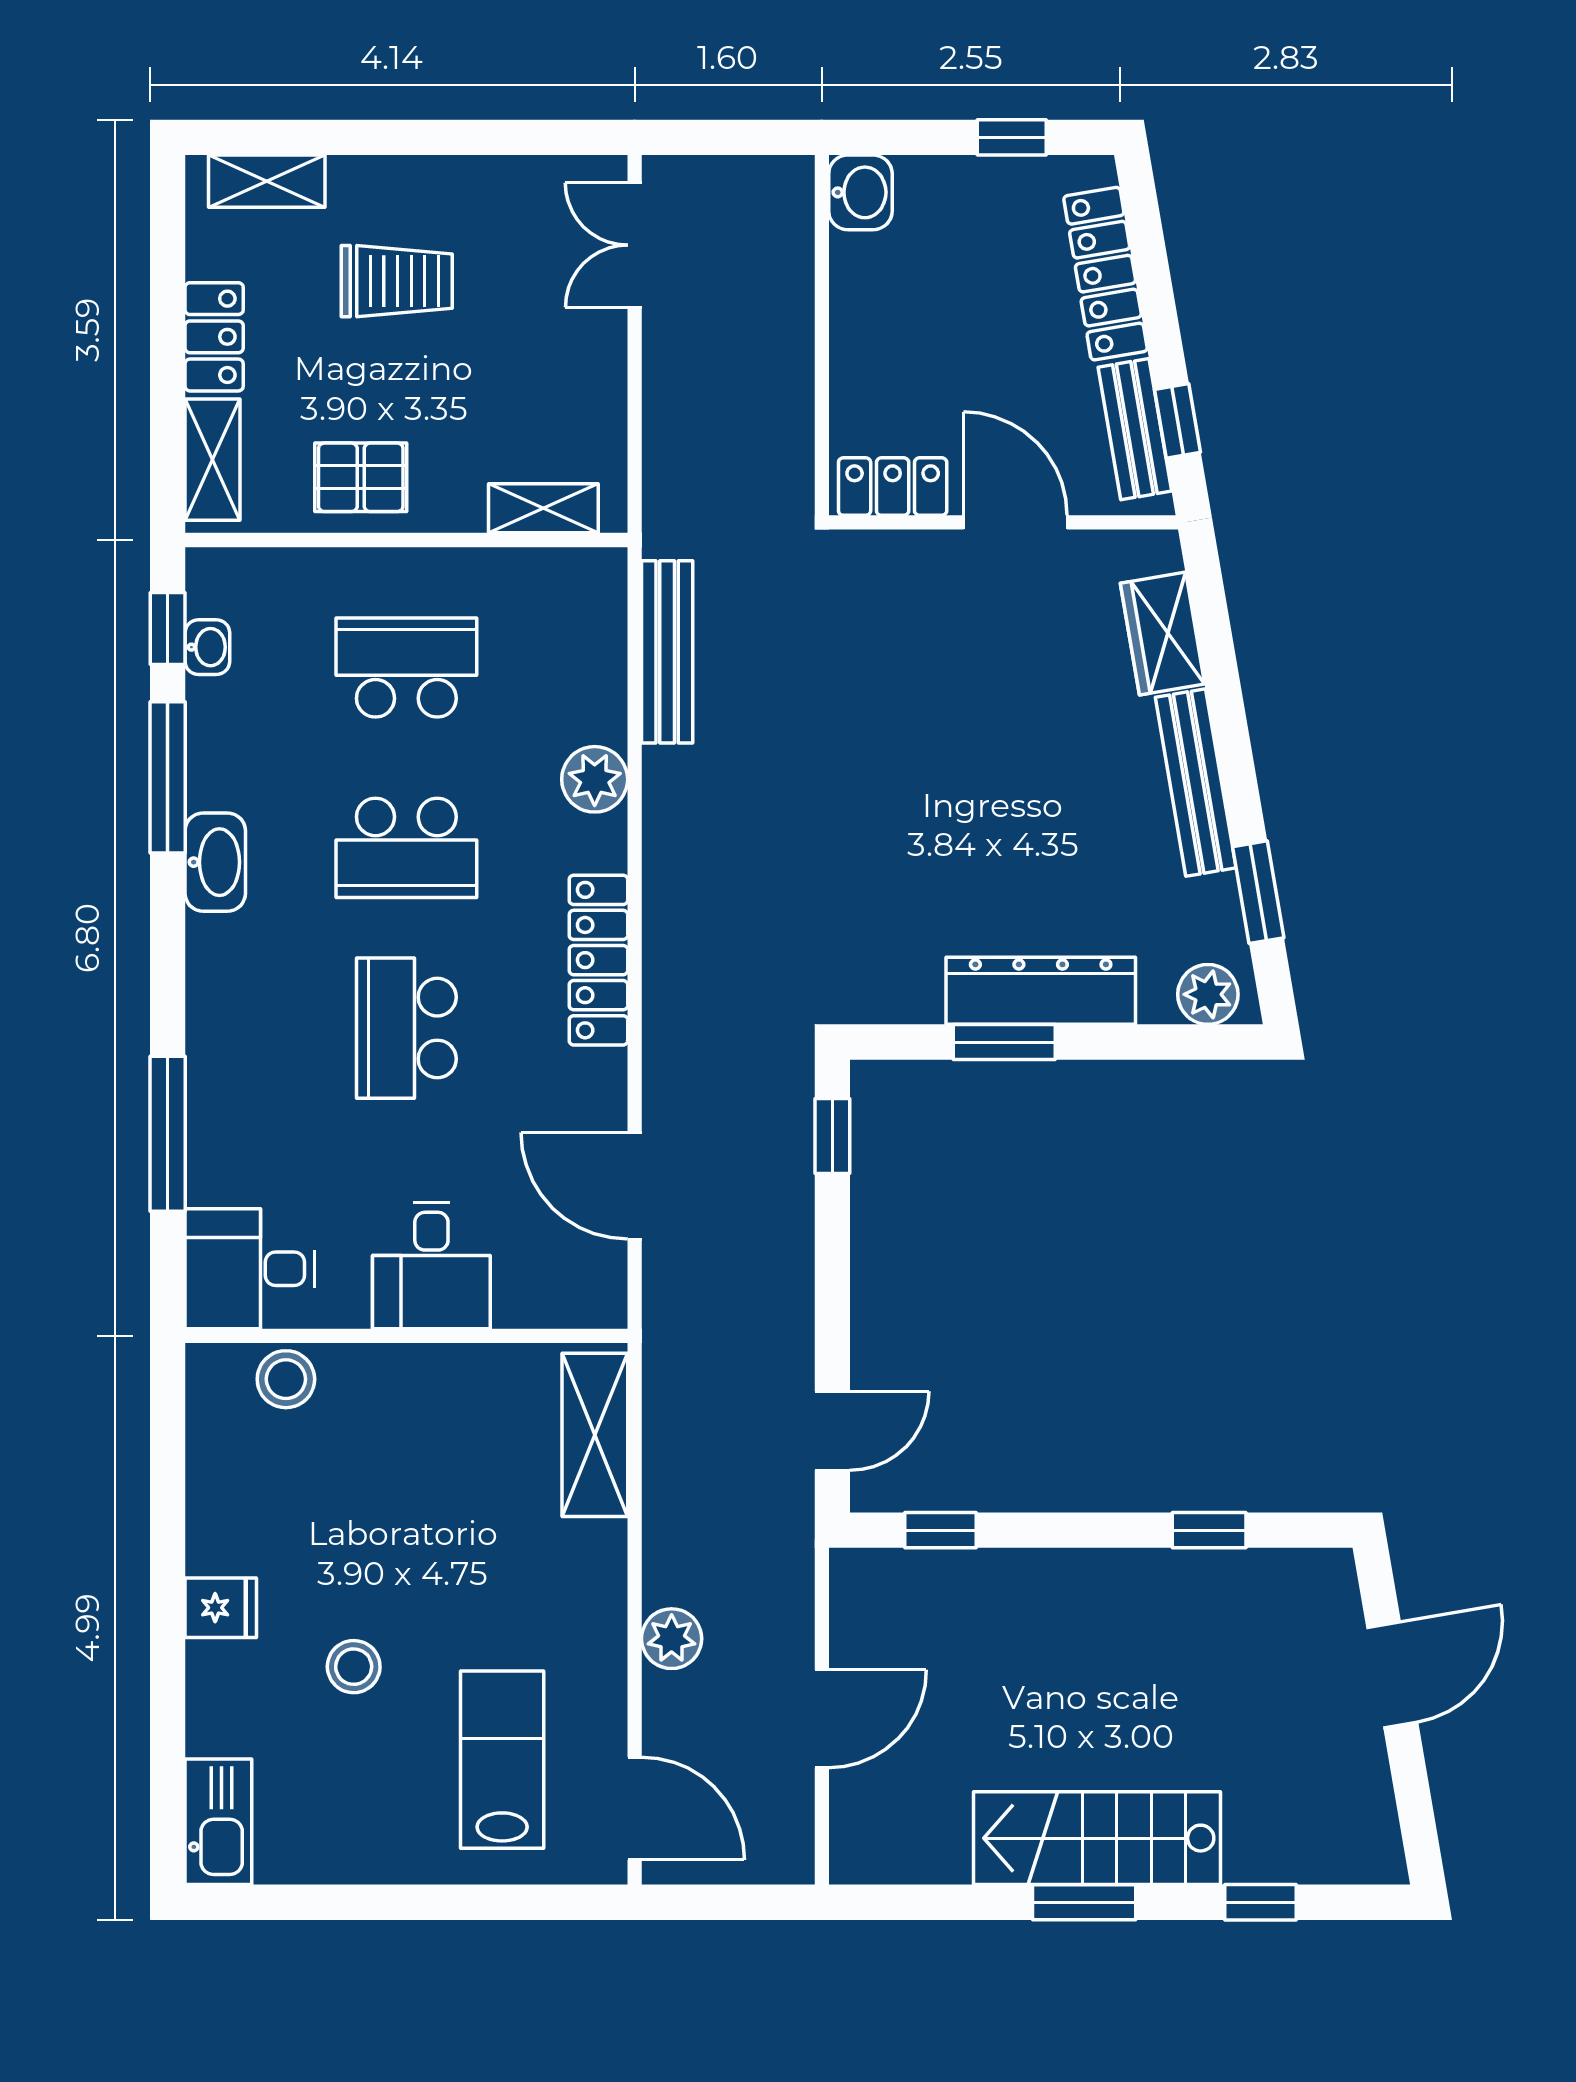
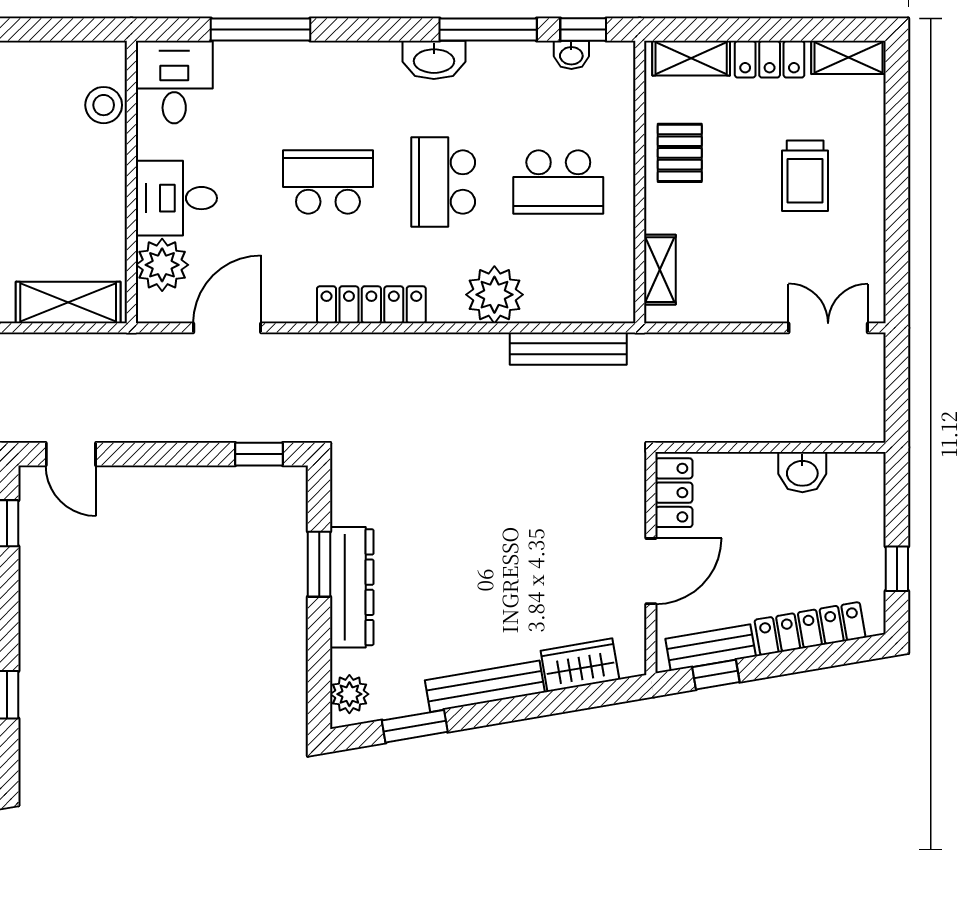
shelving: (267, 181) -> (849, 57), moved, turned 90
washbasin: (860, 192) -> (802, 472), moved
school desk: (406, 667) -> (558, 182), turned 90
plant: (595, 779) -> (494, 295), width x1.36, depth x1.36
plant: (536, 1288) -> (162, 265), added

